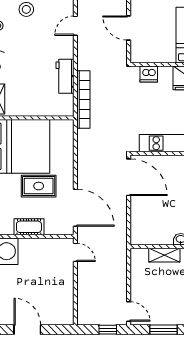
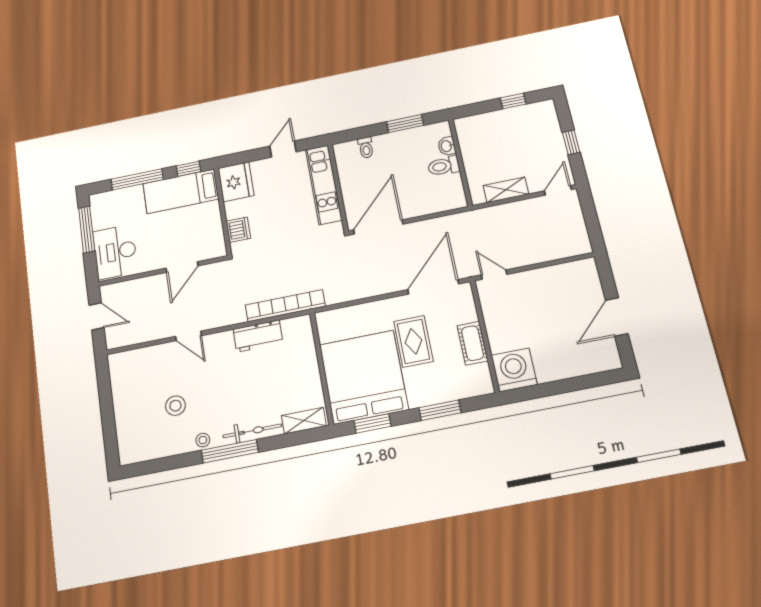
toilet: (166, 234) -> (444, 166), added
door: (75, 252) -> (494, 275), hinge flipped
shelving: (164, 255) -> (506, 190), moved, turned 90
window: (108, 330) -> (589, 212), removed
window: (164, 330) -> (571, 142), width x0.67

